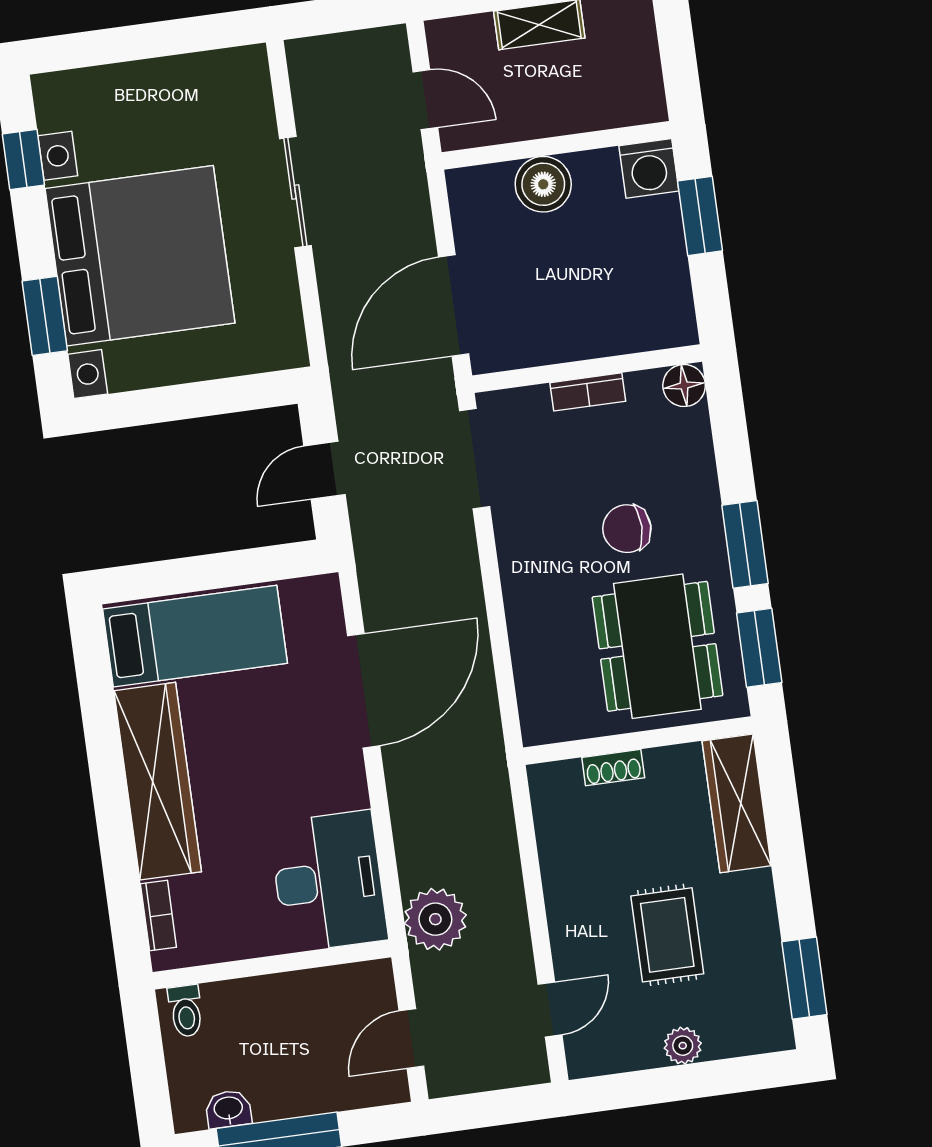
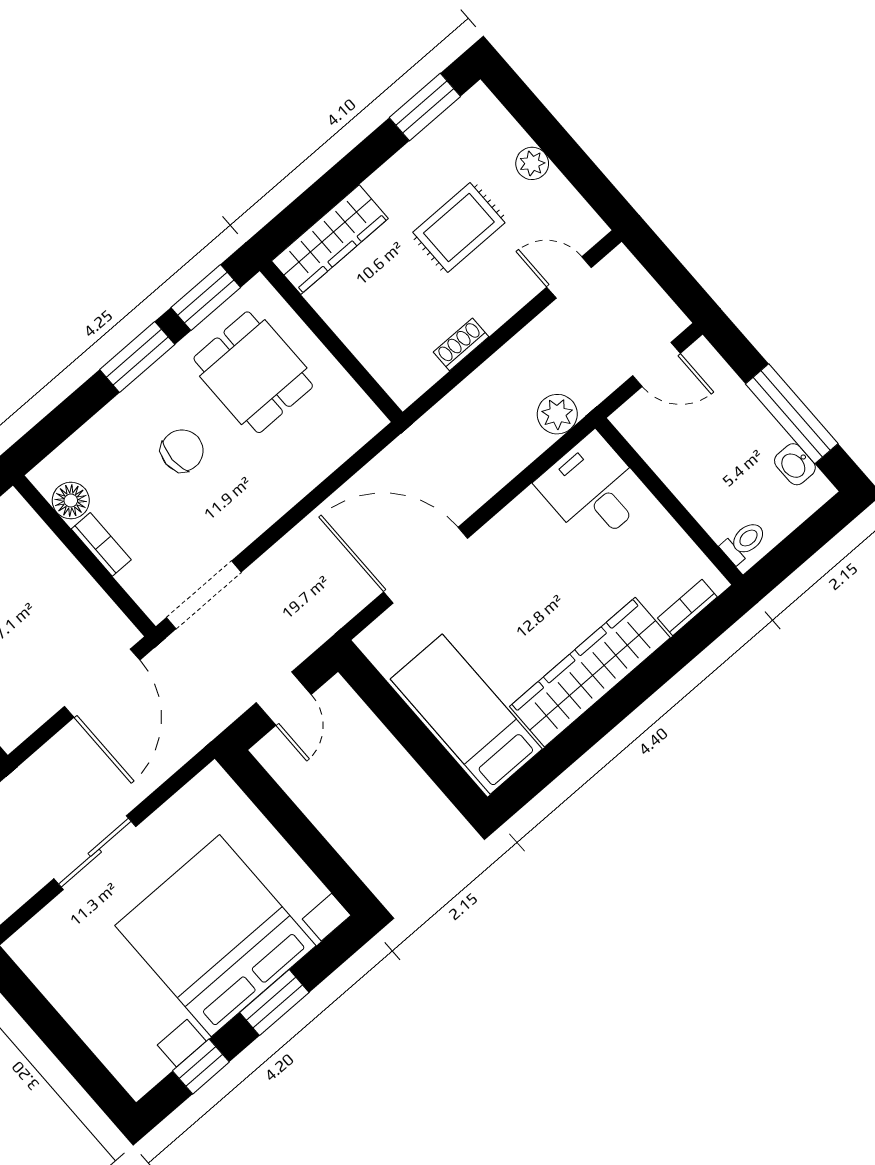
door: (454, 305) -> (102, 683), hinge flipped
window: (45, 316) -> (274, 1002), moved
floor lamp: (684, 386) -> (71, 501), moved
door: (325, 470) -> (284, 699), hinge flipped
chair: (627, 529) -> (182, 451), turned -90
dining table: (657, 646) -> (253, 372), width x0.73
shoe rack: (613, 768) -> (461, 344), moved, turned -90
desk: (329, 881) -> (593, 490), width x0.73
plant: (435, 919) -> (557, 414), width x0.73, depth x0.73

